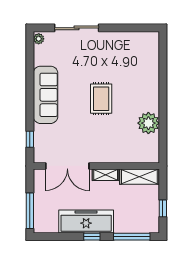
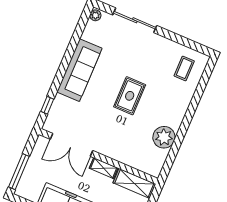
coffee table: (140, 53) -> (184, 68), added

